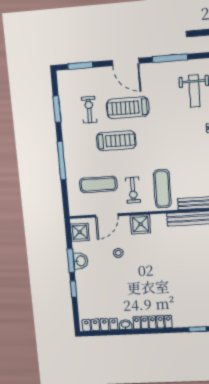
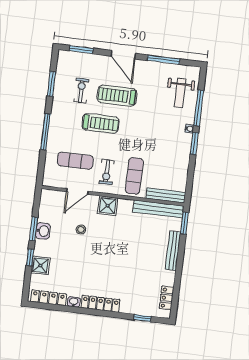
shower: (80, 232) -> (40, 265), moved

